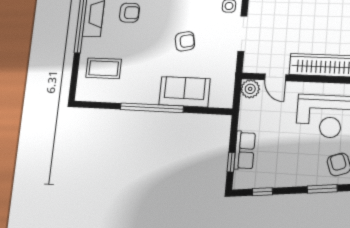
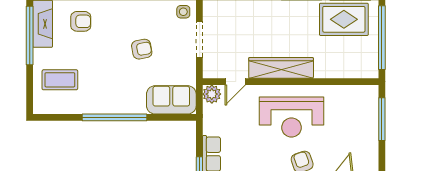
door: (275, 77) -> (235, 82), hinge flipped
sofa: (185, 92) -> (171, 100), moved

